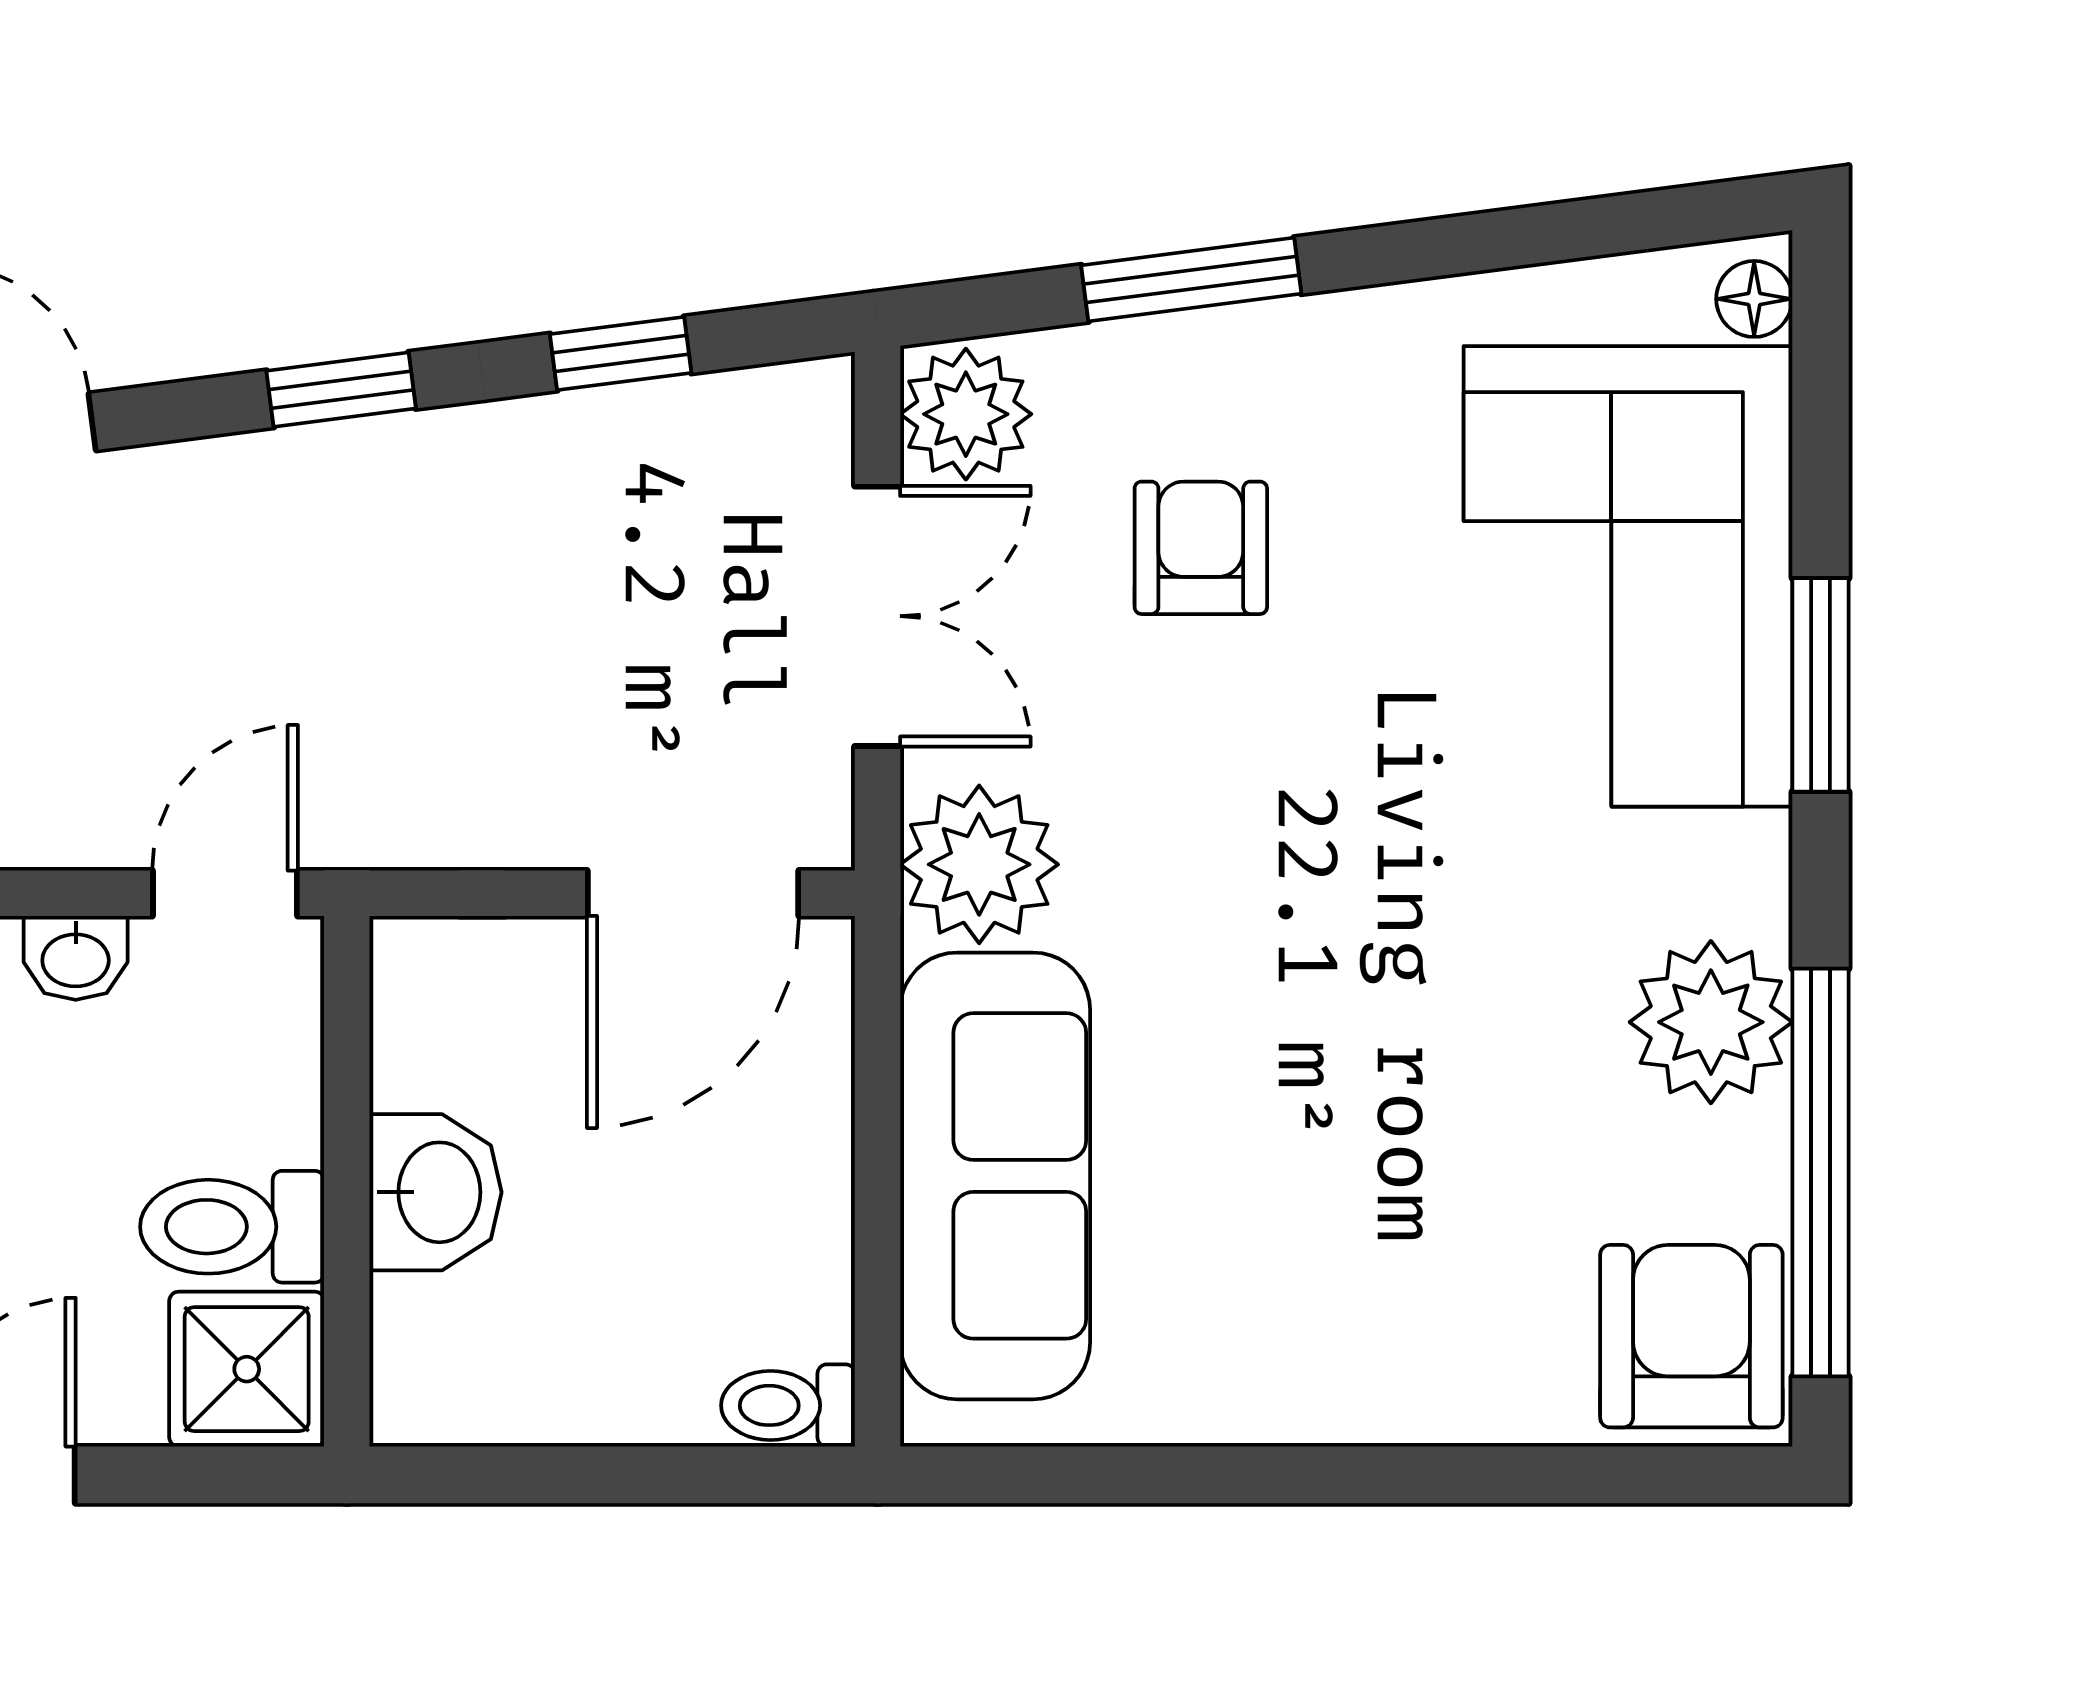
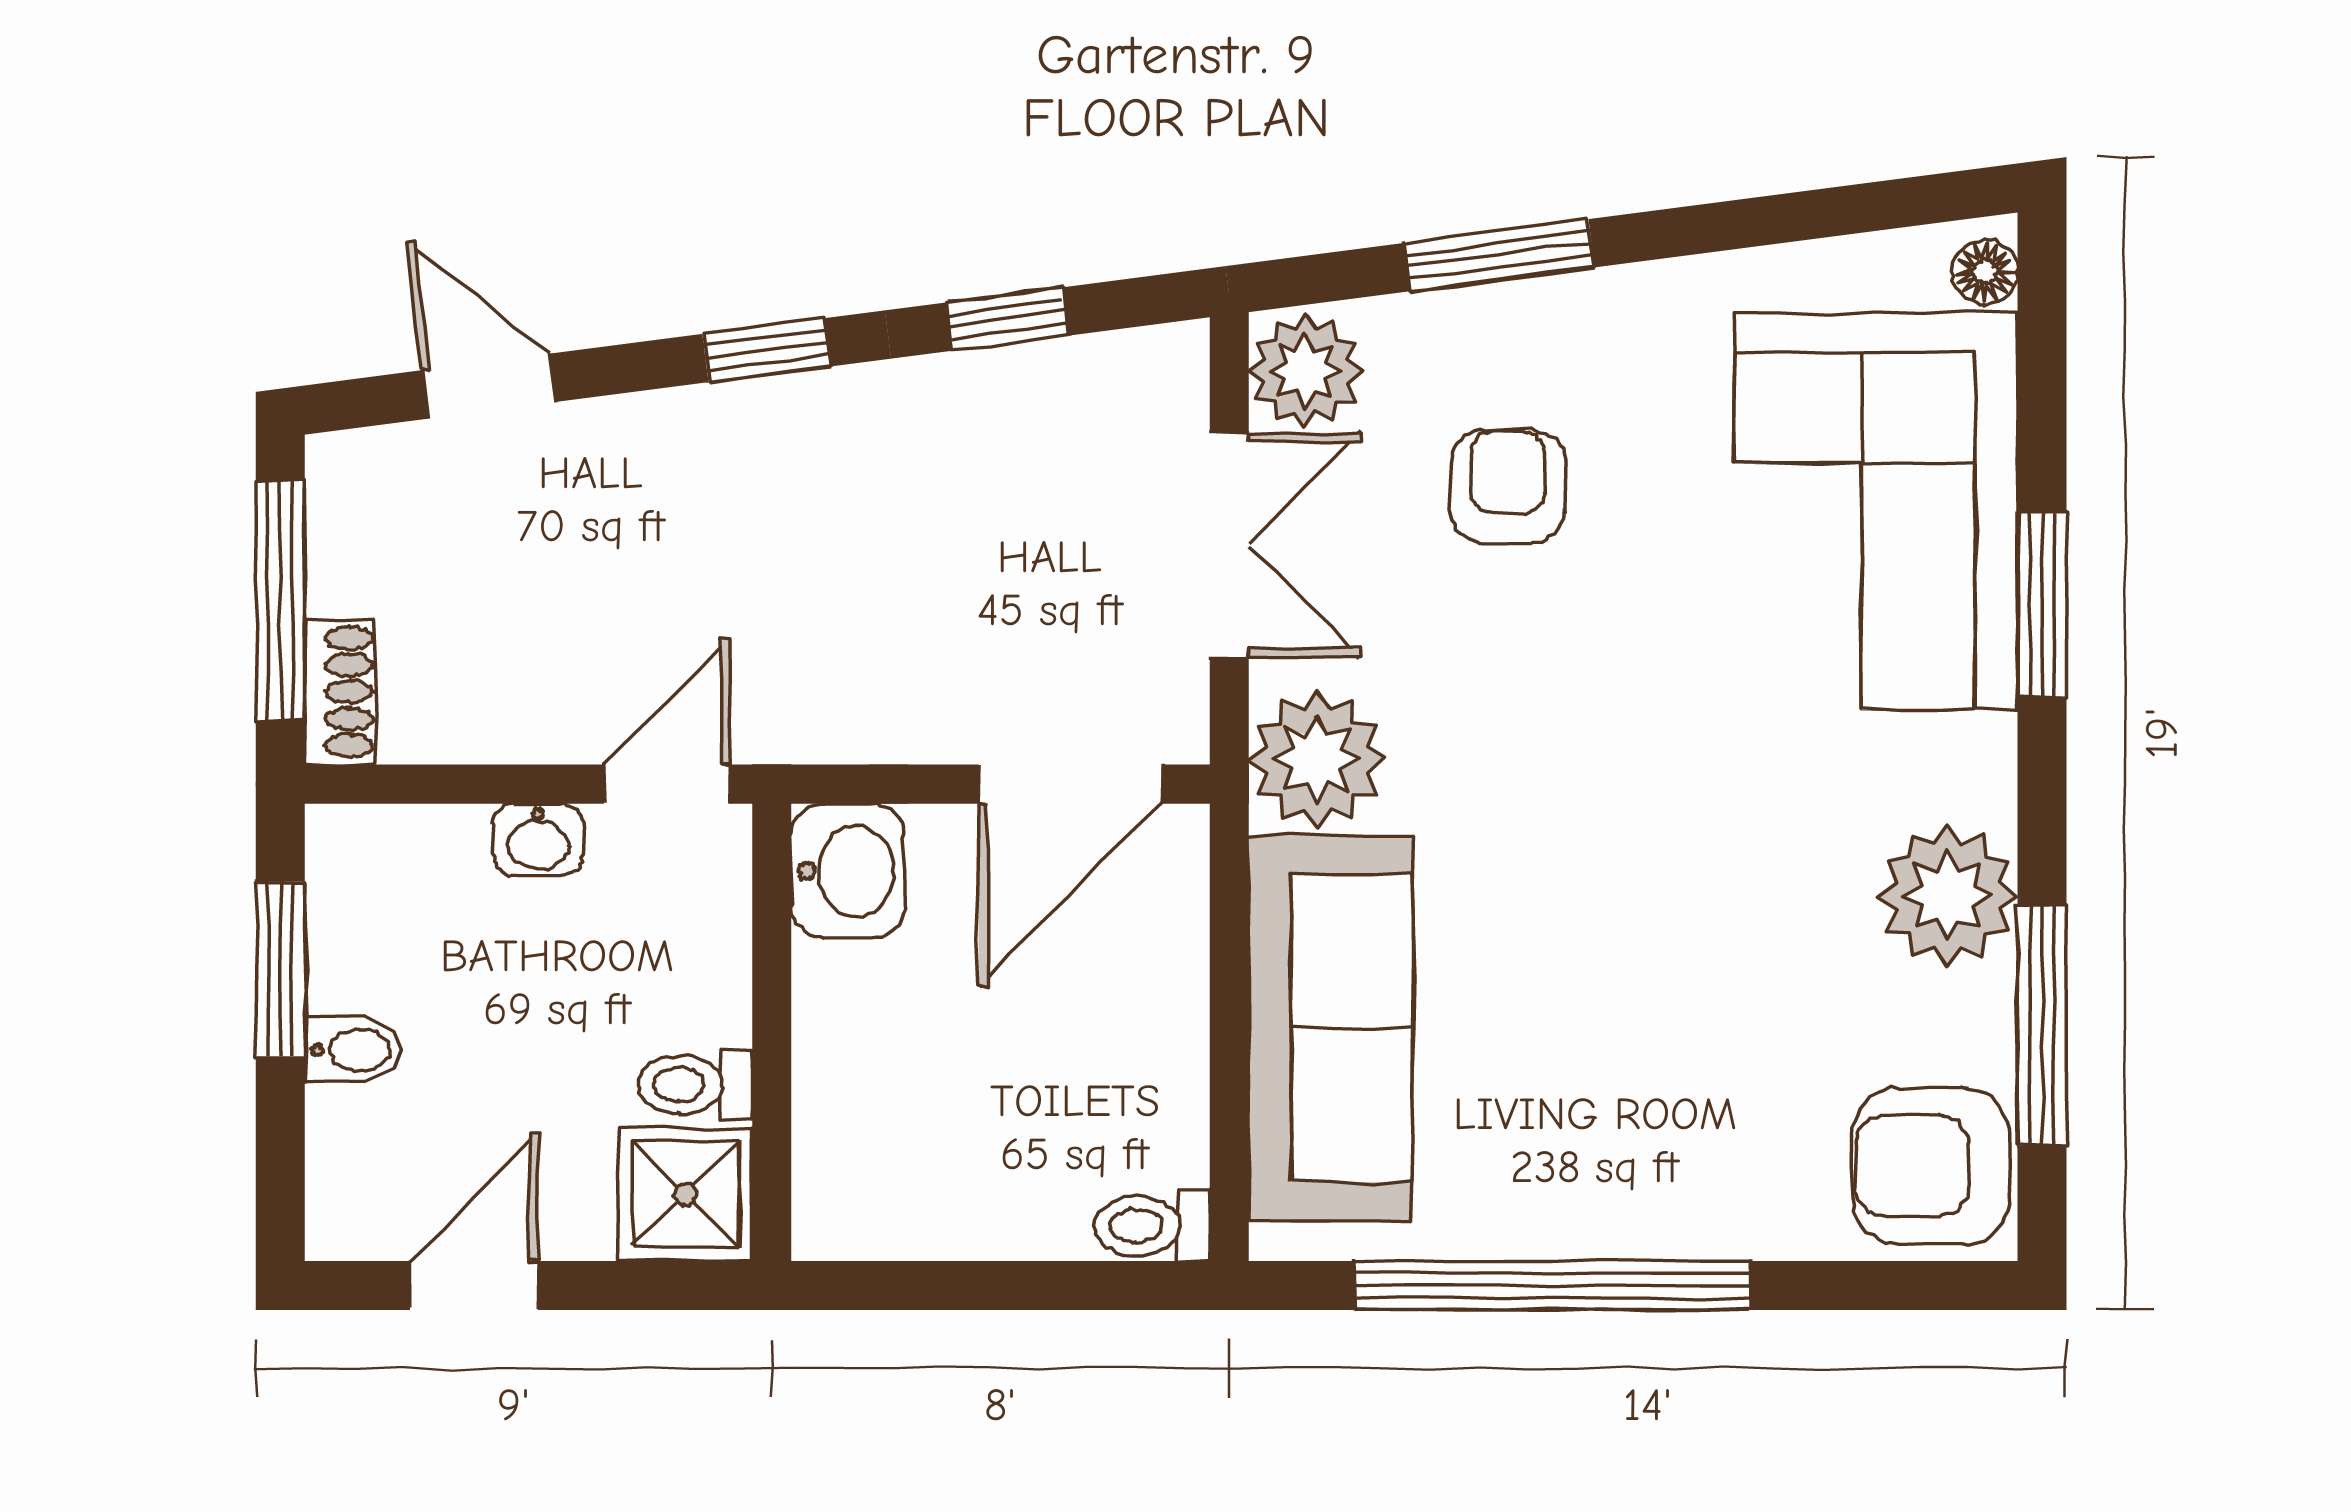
window: (1820, 1173) -> (2042, 1025), width x0.68
washbasin: (435, 1192) -> (848, 871), moved
toilet: (232, 1227) -> (695, 1085), width x0.73, depth x0.72
armchair: (1691, 1336) -> (1931, 1166), turned -90
window: (1252, 1475) -> (1552, 1285), added

